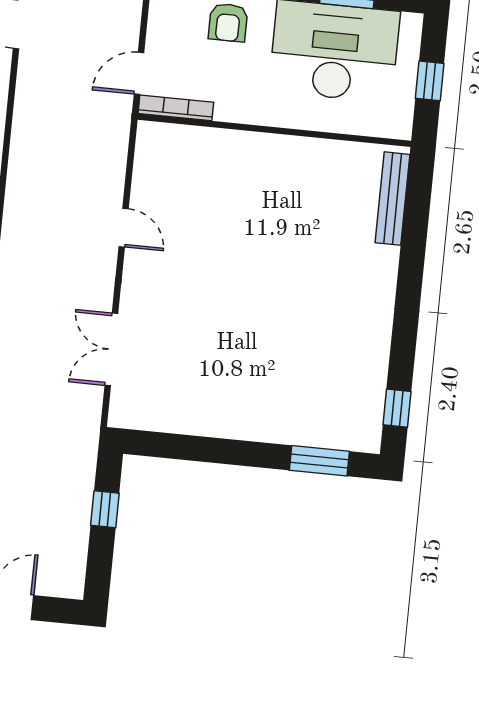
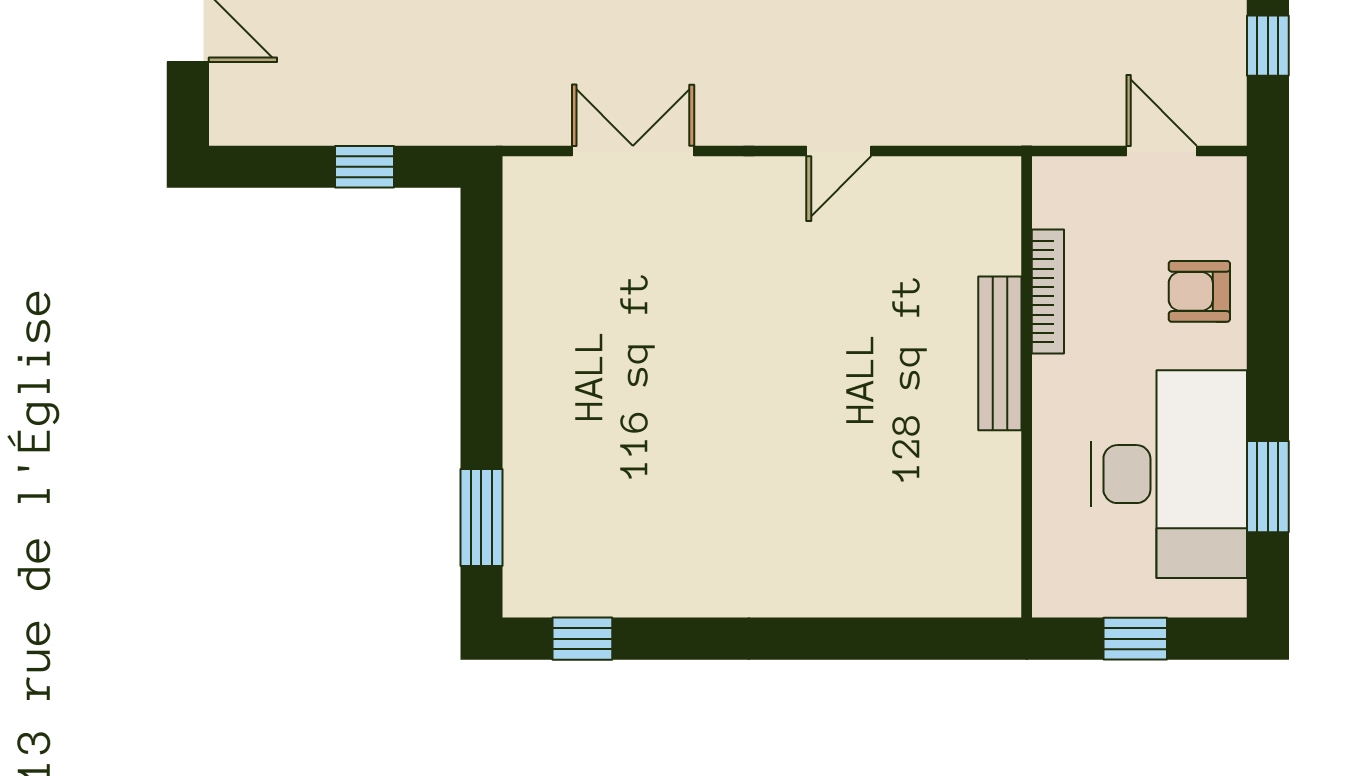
door: (139, 73) -> (1162, 151), moved
bookcase: (176, 108) -> (1048, 292), moved
bench: (393, 199) -> (1000, 353), moved, turned 90

